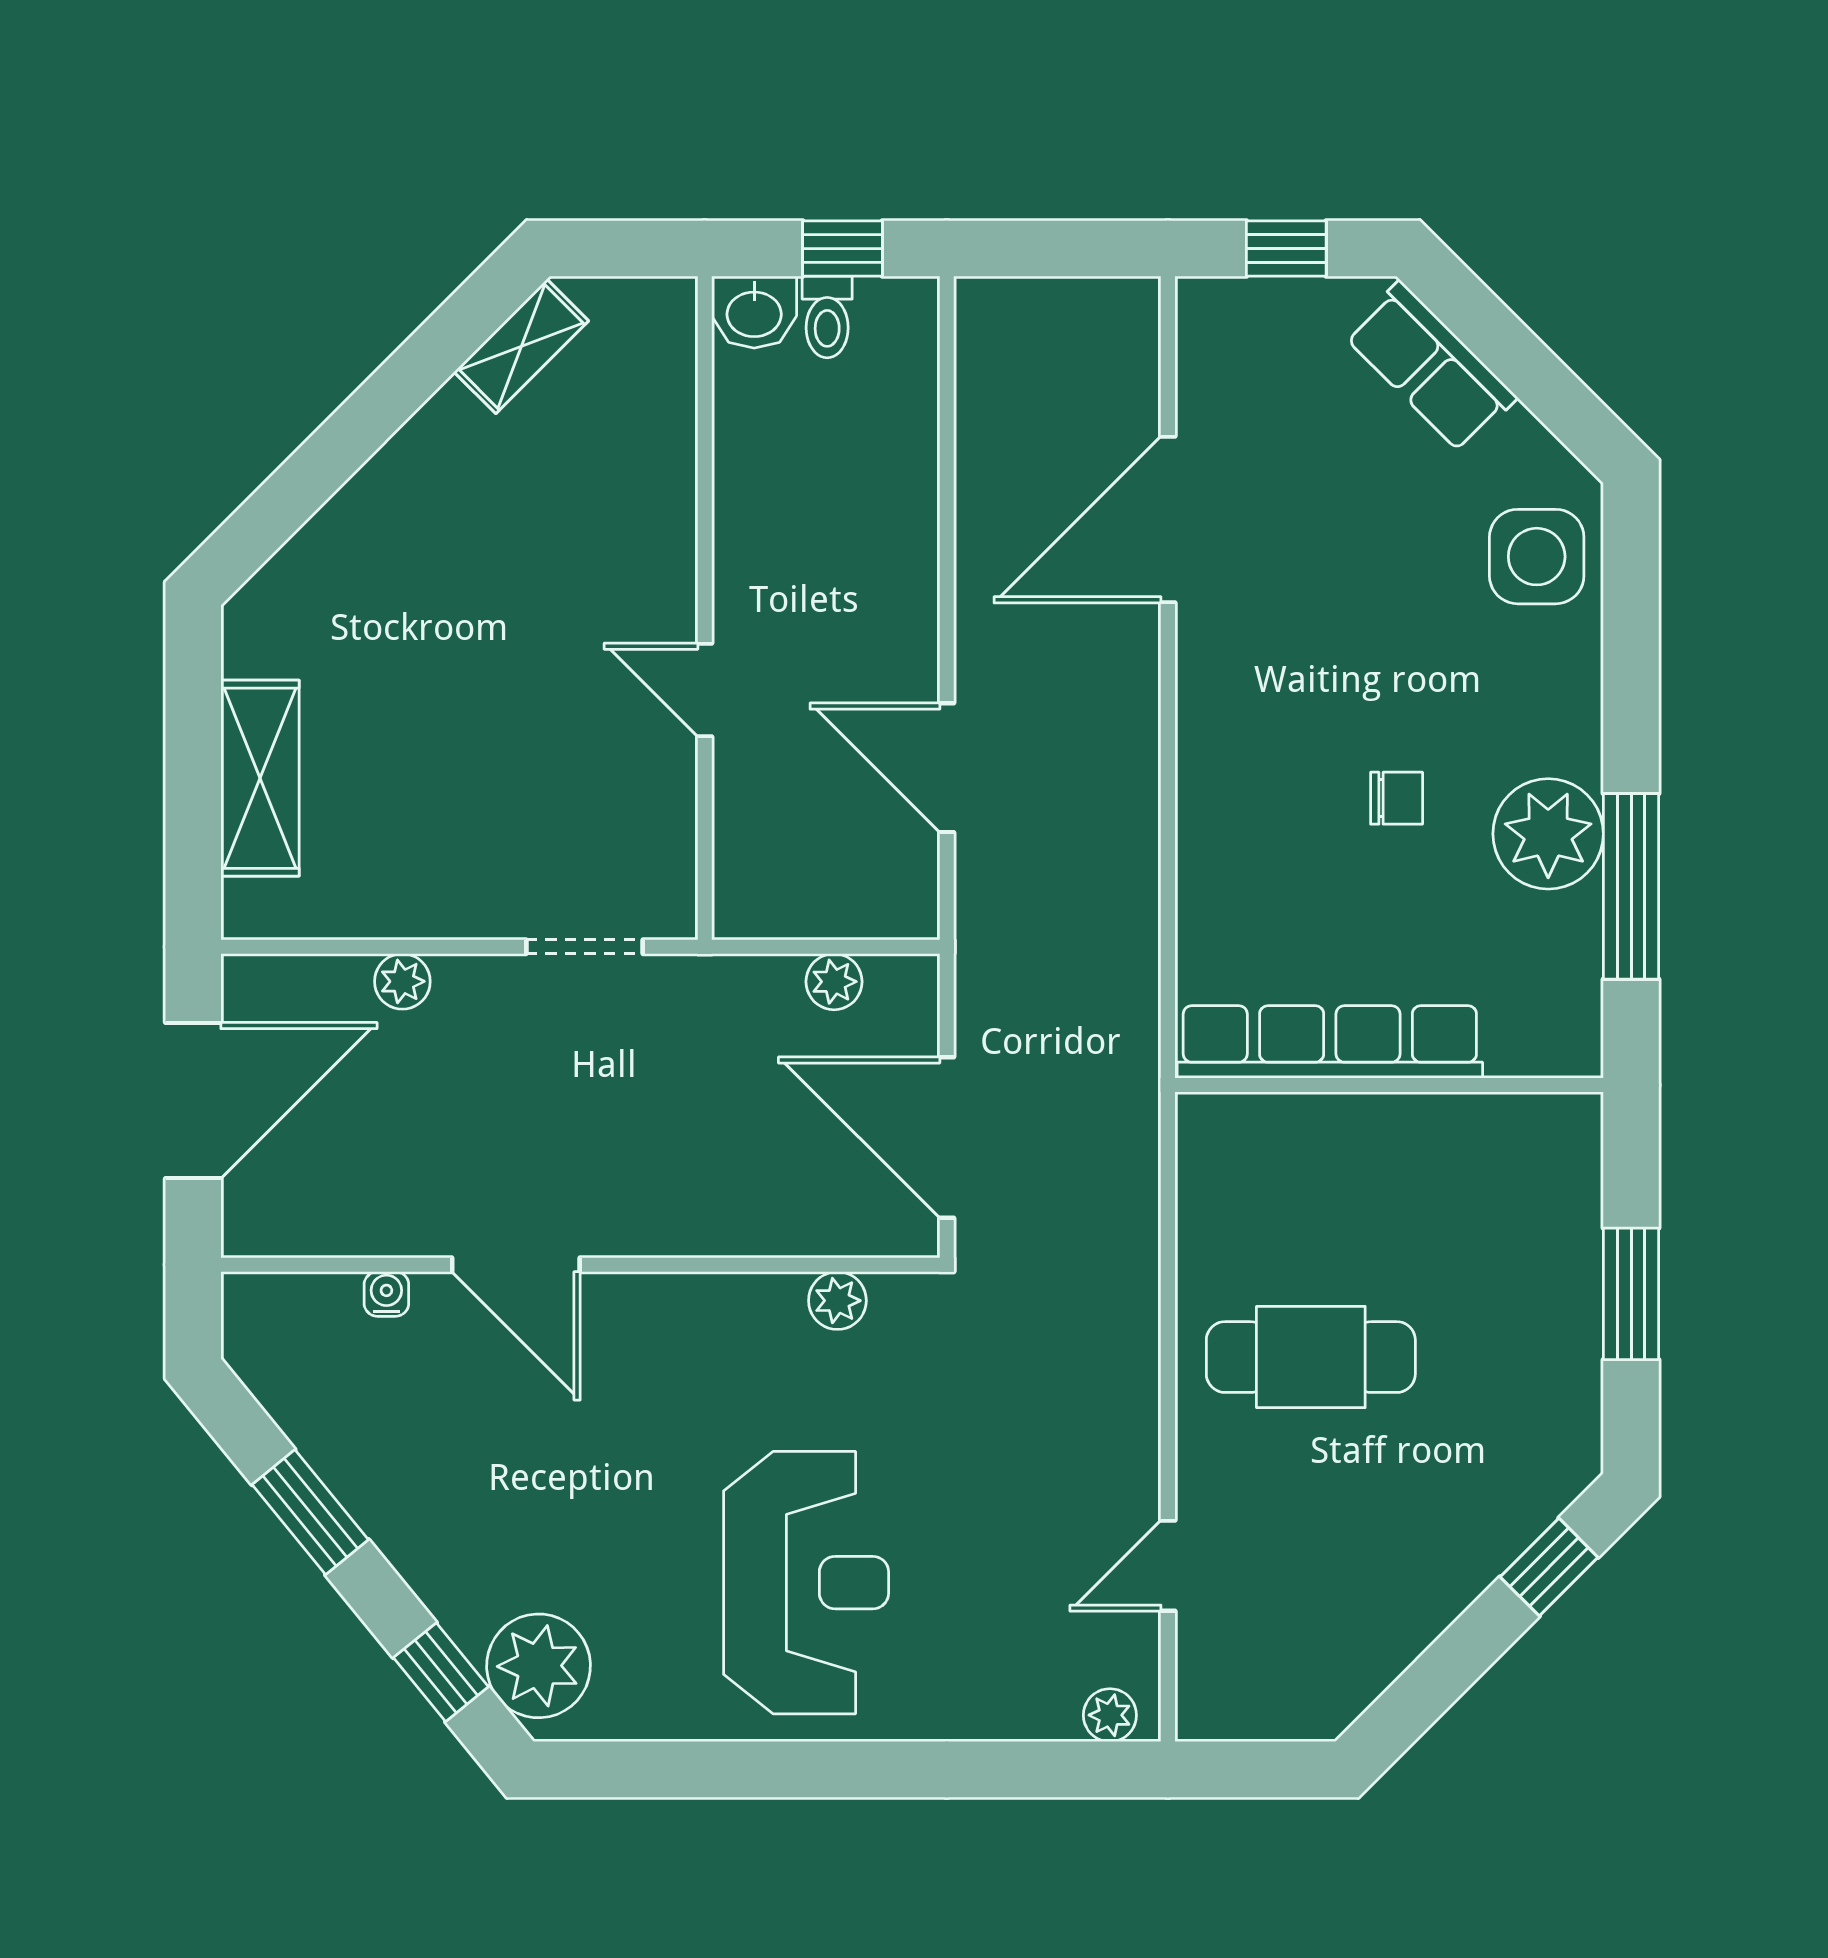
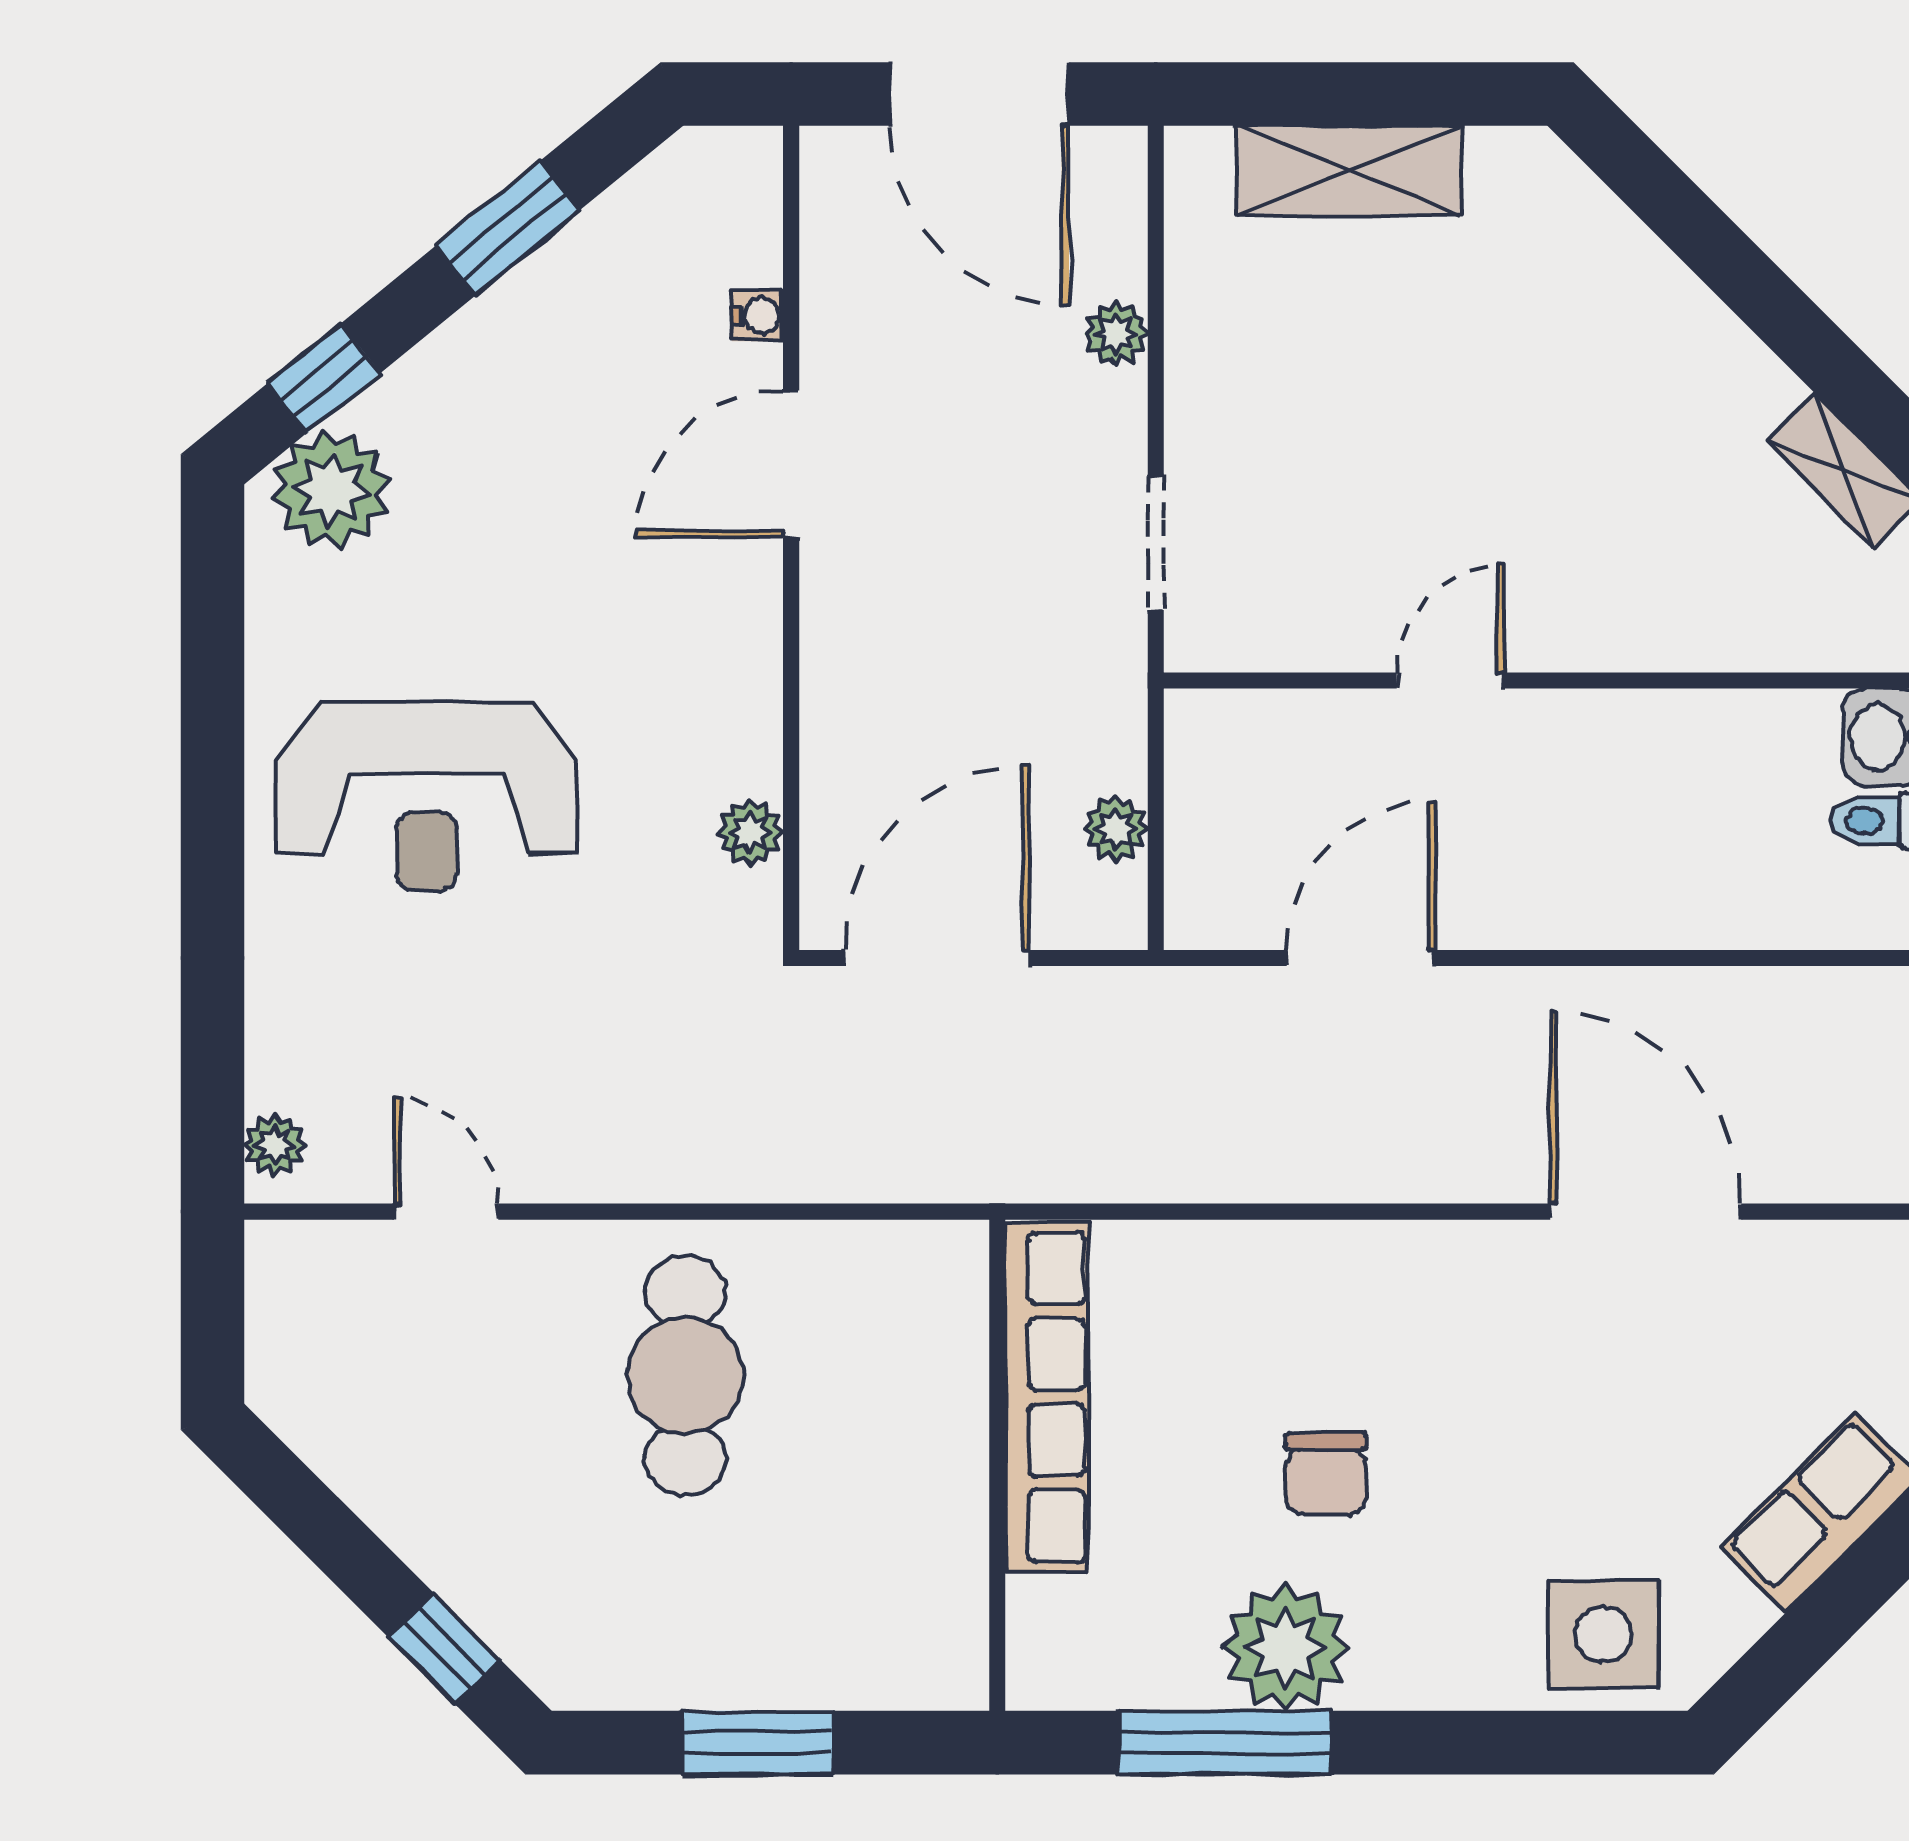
chair: (1397, 798) -> (1326, 1474), width x1.37, depth x1.37

